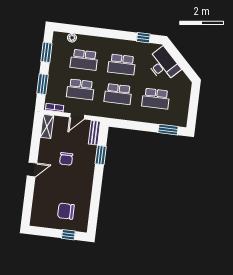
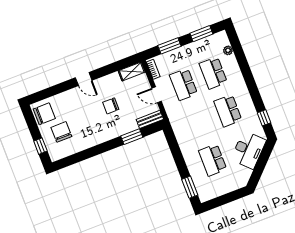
school desk: (118, 94) -> (198, 122), removed
chair: (43, 217) -> (44, 114), added

